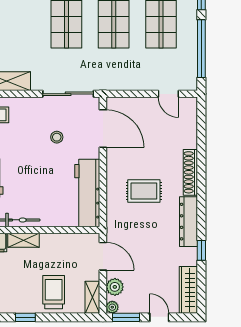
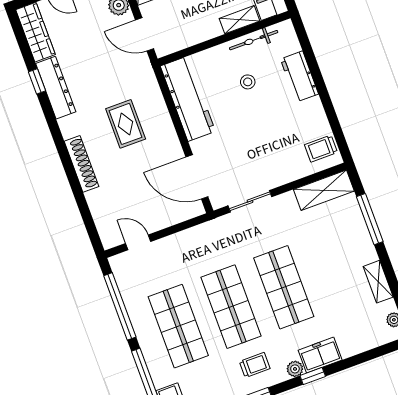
sliding door: (68, 94) -> (250, 201), width x0.73
stool: (57, 137) -> (248, 82), moved
rug: (144, 191) -> (126, 124), turned 90
dresser: (189, 222) -> (56, 88), moved

